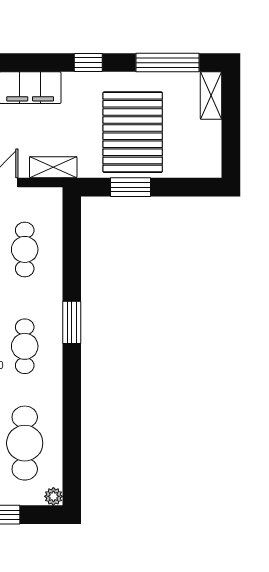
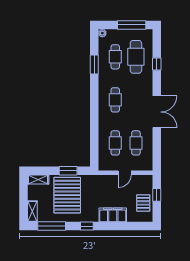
shelving: (53, 167) -> (38, 180), moved
window: (72, 322) -> (94, 65), moved
cafe table: (25, 443) -> (115, 57), width x0.73, depth x0.74

